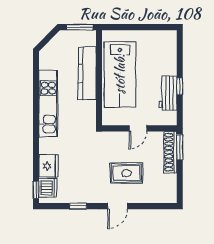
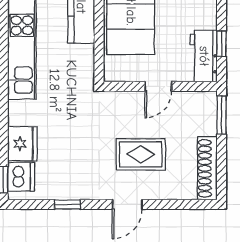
window: (180, 86) -> (222, 44), moved
workbench: (168, 93) -> (204, 56), moved
shoe rack: (170, 152) -> (207, 168), moved

